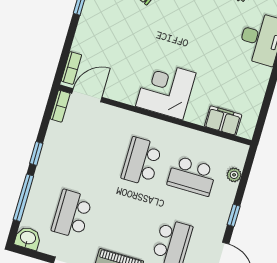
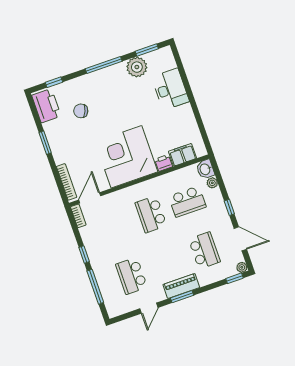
bookcase: (71, 68) -> (67, 182), width x1.56
corner desk: (166, 90) -> (126, 157), width x1.36, depth x1.36
printer: (196, 115) -> (164, 163), added
washbasin: (28, 238) -> (205, 169), moved, turned -90

